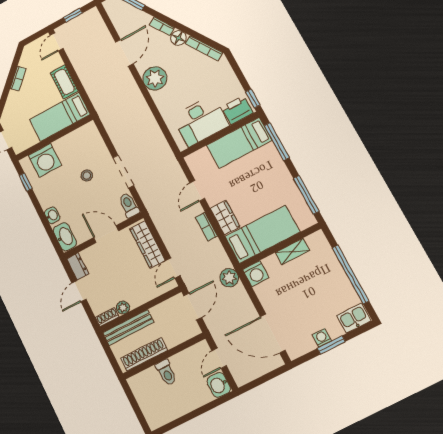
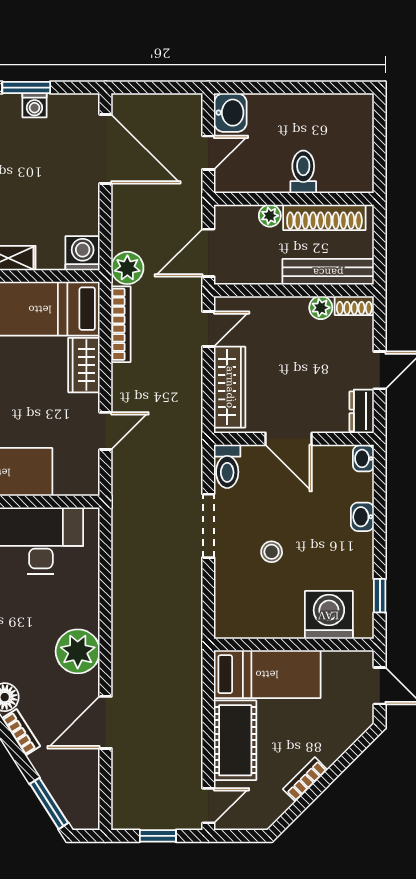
cot: (64, 82) -> (235, 740), width x1.37, depth x1.34
bookcase: (206, 227) -> (121, 324), moved, width x1.56
washbasin: (65, 237) -> (363, 458), width x0.52, depth x0.69
plant: (172, 341) -> (270, 216), added

